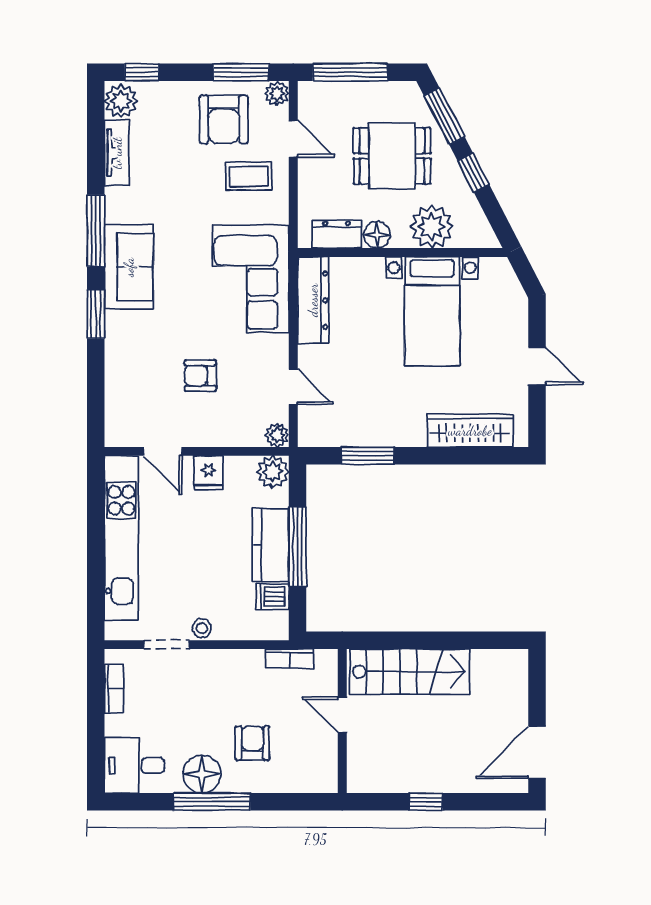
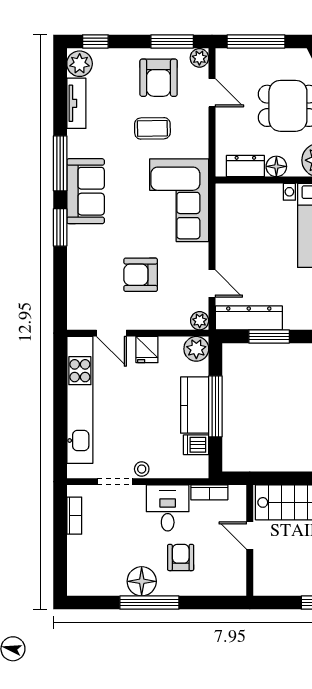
coffee table: (249, 176) -> (152, 128), moved
dresser: (313, 300) -> (249, 318), moved, turned -90
armchair: (200, 376) -> (141, 275), width x1.38, depth x1.38
desk: (134, 765) -> (168, 508), moved, turned 90

